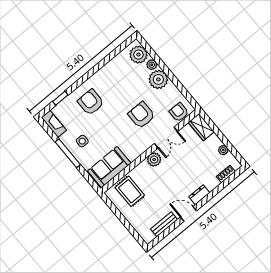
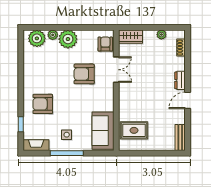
armchair: (179, 112) -> (105, 44), turned 90
plant: (154, 160) -> (125, 92), removed
bench: (164, 224) -> (180, 138), moved

